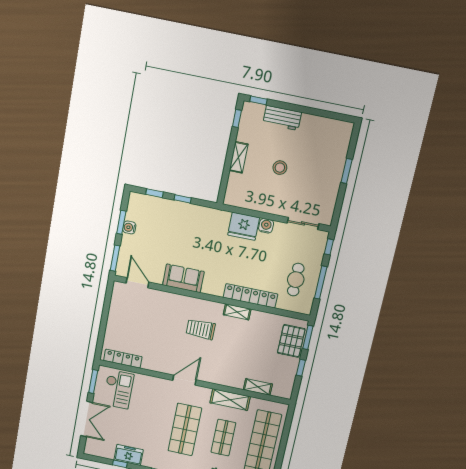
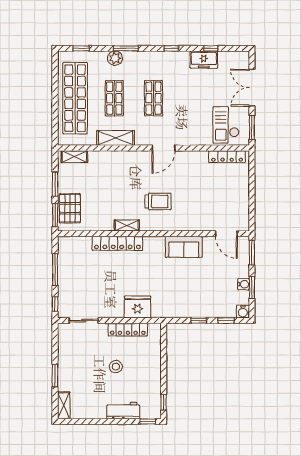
shelving: (239, 157) -> (64, 405), moved
locker: (259, 205) -> (128, 330), added
water cooler: (266, 226) -> (243, 312), moved
cafe table: (296, 280) -> (79, 267), removed
window: (301, 368) -> (55, 184), width x1.50
shelving: (258, 387) -> (74, 157), moved
shop shelf: (185, 429) -> (153, 98), width x0.70, depth x0.74

